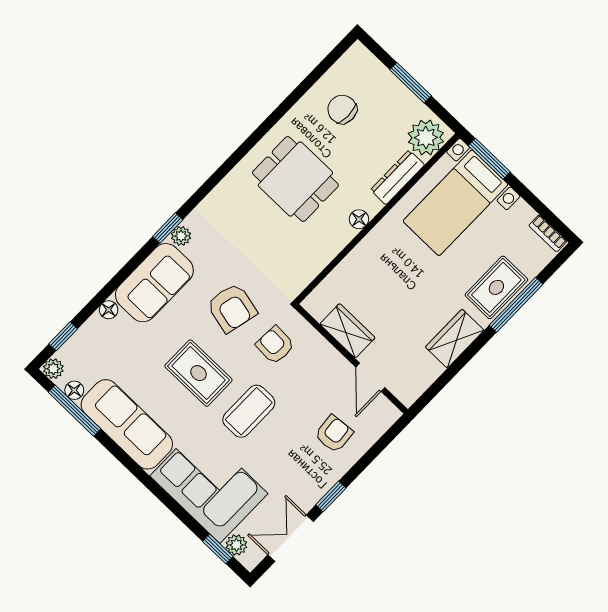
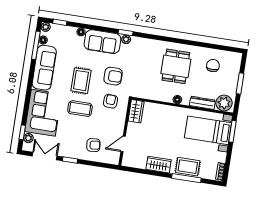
armchair: (232, 308) -> (113, 76), turned -103
wardrobe: (347, 331) -> (136, 111), moved

